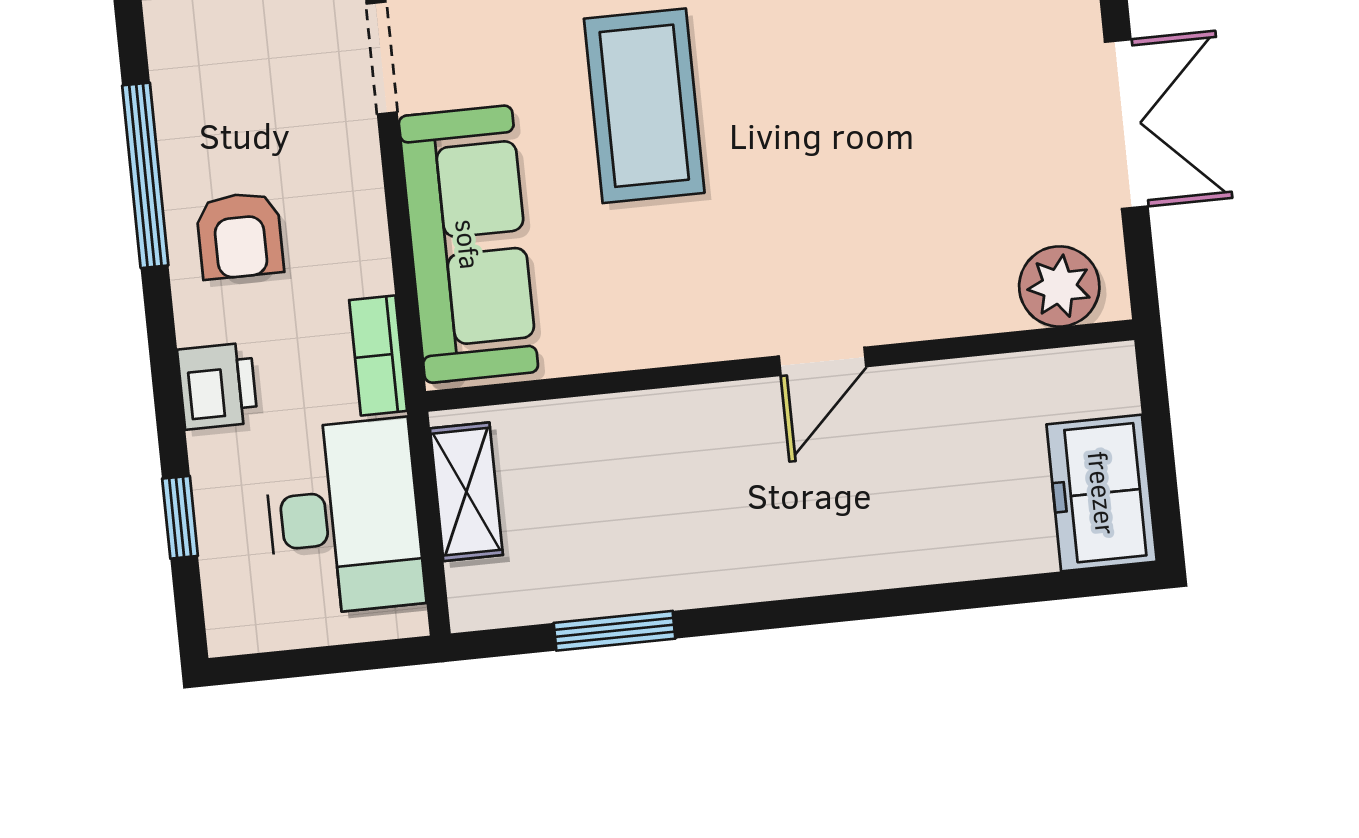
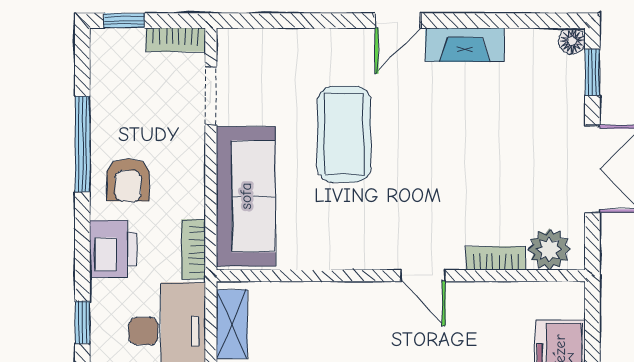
bookcase: (959, 314) -> (496, 258), added
door: (822, 361) -> (423, 276), hinge flipped
printer: (218, 386) -> (113, 249), width x1.36, depth x1.24

